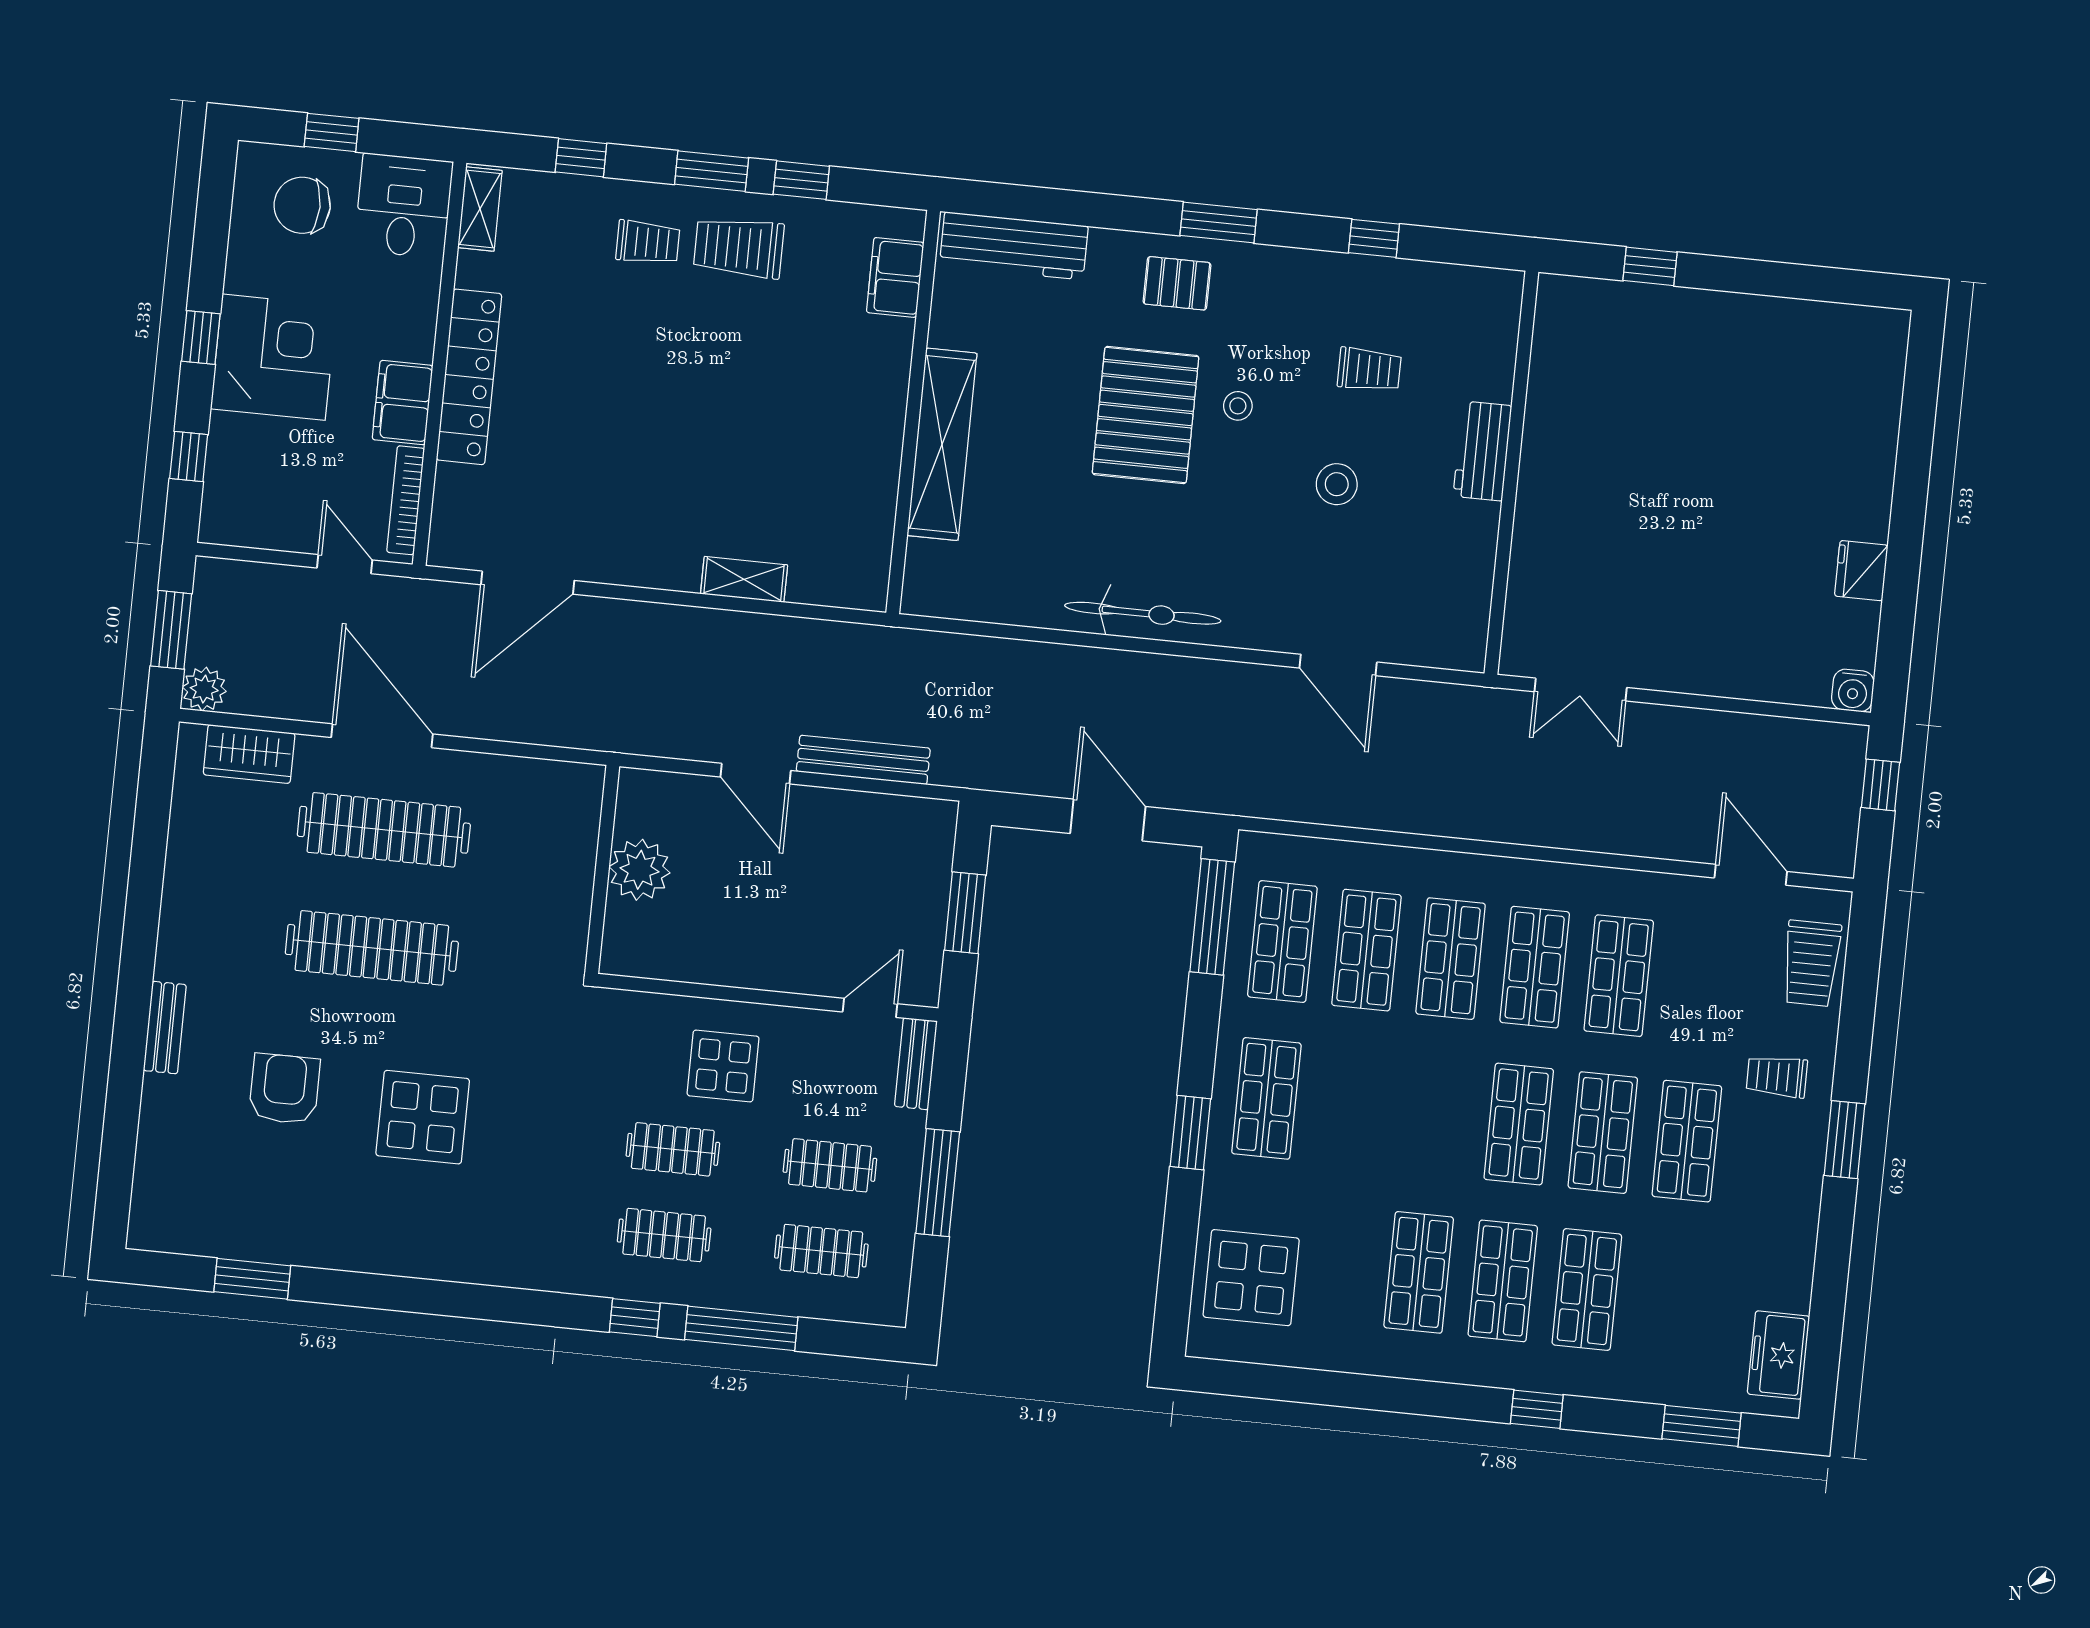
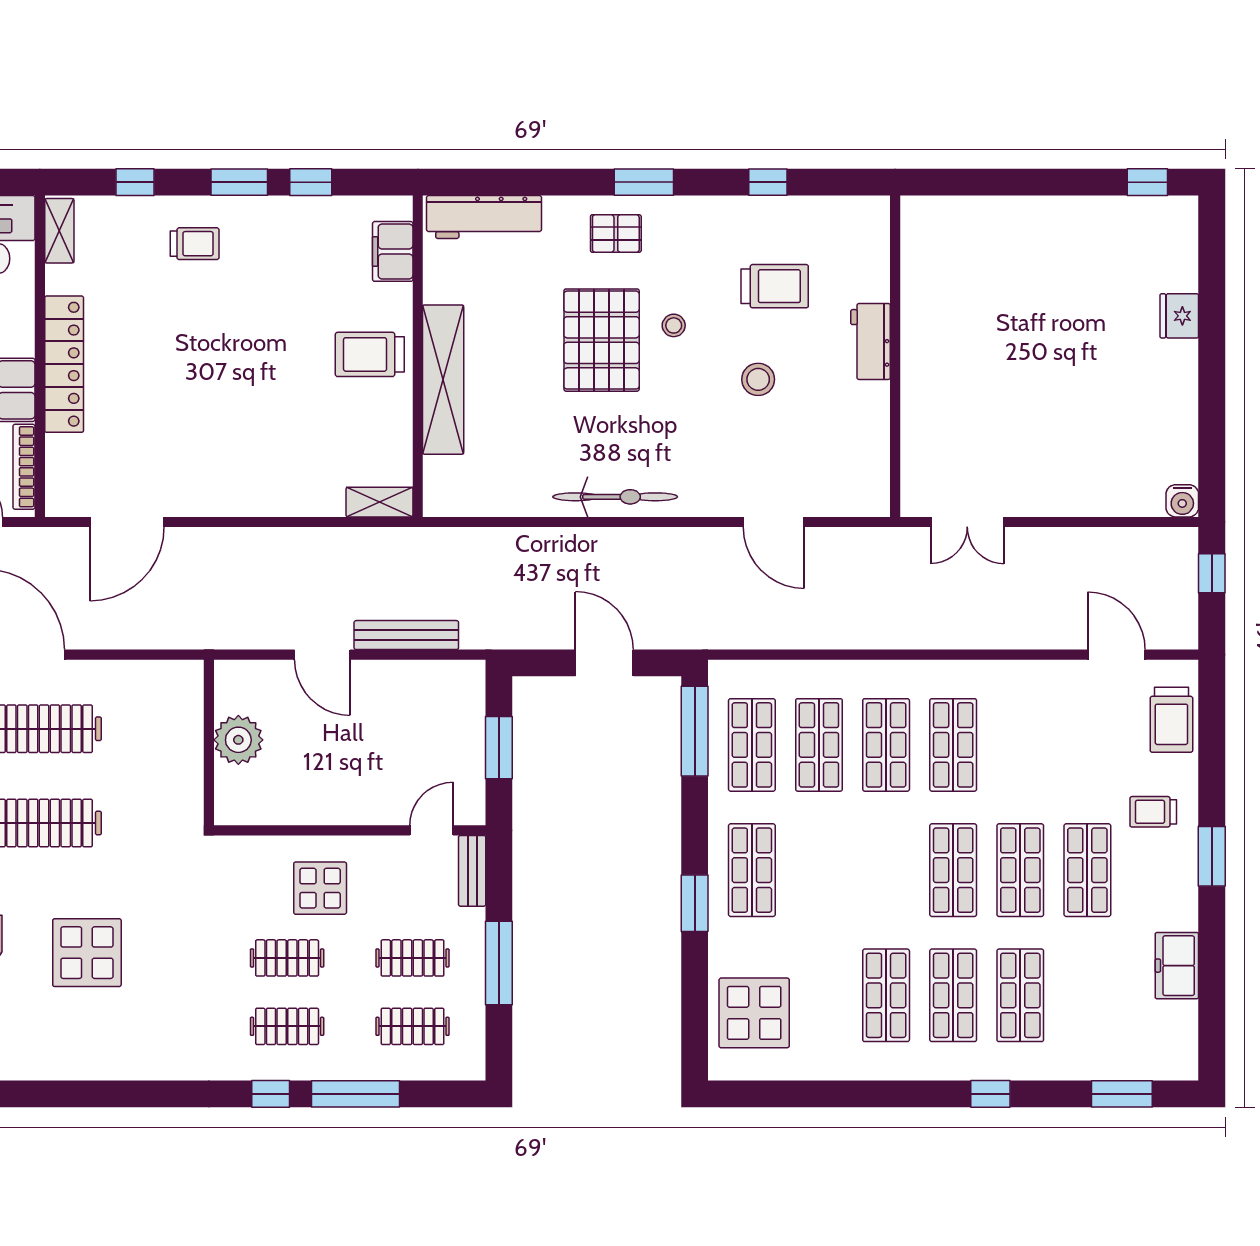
trolley: (739, 247) -> (370, 354), moved
window: (1650, 266) -> (1147, 182), moved
trolley: (1369, 370) -> (775, 286), width x1.36, depth x1.39
fridge: (1861, 571) -> (1179, 316), moved
shelving: (744, 579) -> (379, 502), moved
shop shelf: (1619, 976) -> (1020, 745), removed
freezer: (1778, 1355) -> (1177, 966), moved

